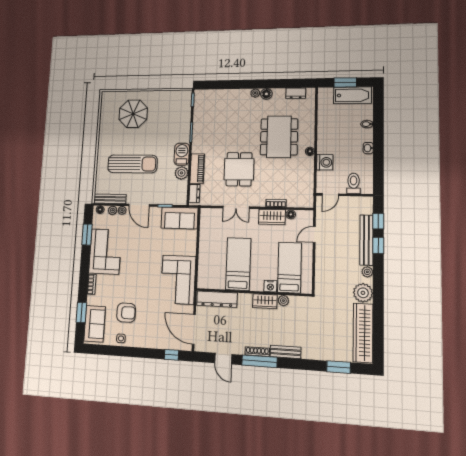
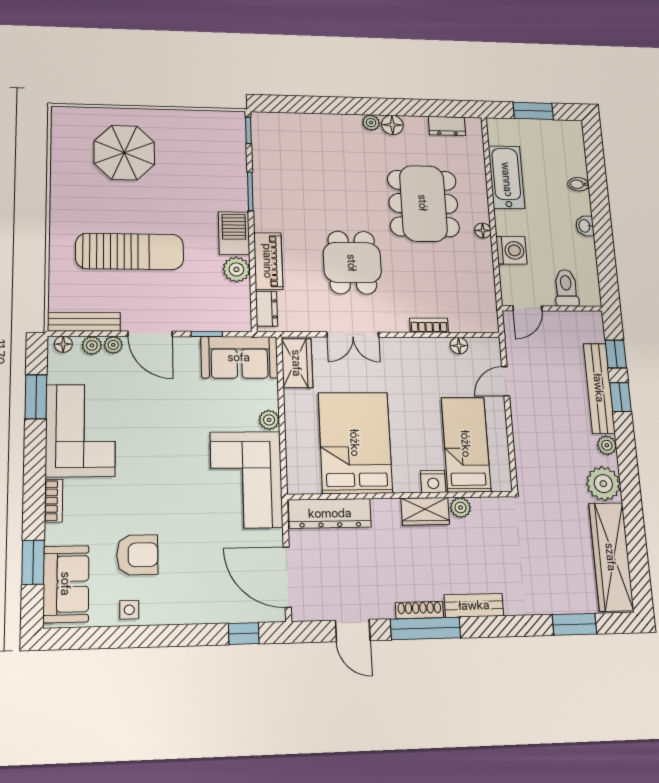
bathtub: (352, 95) -> (507, 177), moved, turned -90
wardrobe: (272, 217) -> (297, 363), moved, turned -90
plant: (191, 250) -> (269, 420), added
bed: (238, 264) -> (355, 443), width x1.50

